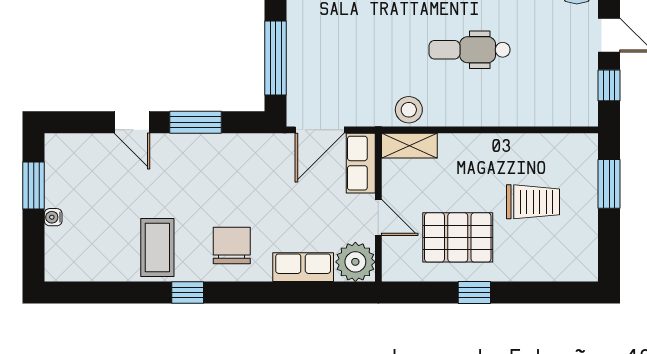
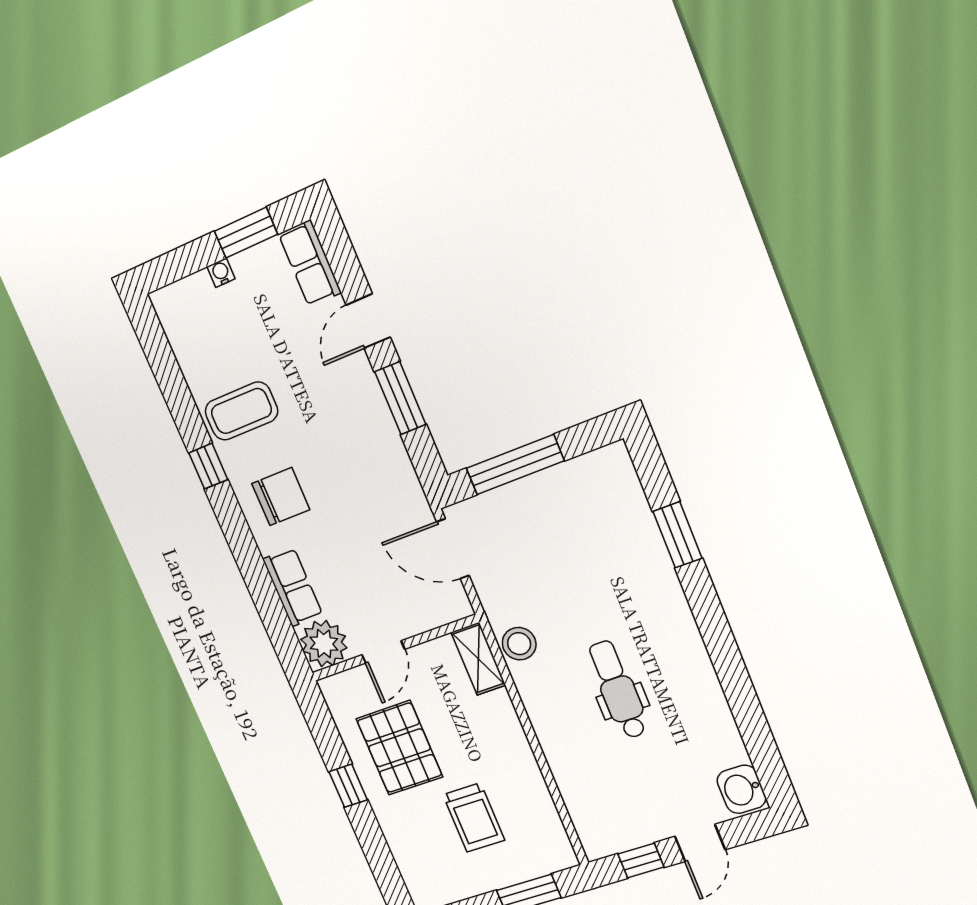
row of seats: (361, 163) -> (310, 263), moved, turned -90

